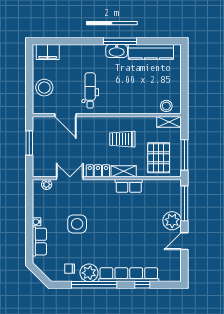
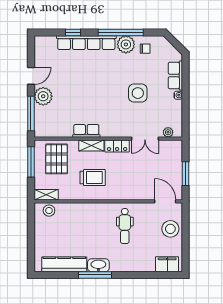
door: (65, 115) -> (165, 201), moved

